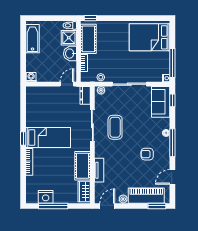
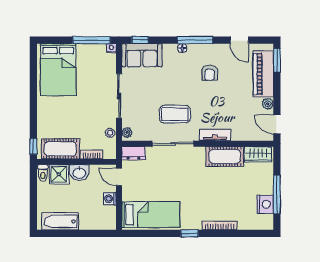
washing machine: (31, 77) -> (110, 199), moved
bed: (48, 137) -> (151, 215), moved, turned 90
tv unit: (99, 170) -> (215, 135), moved

